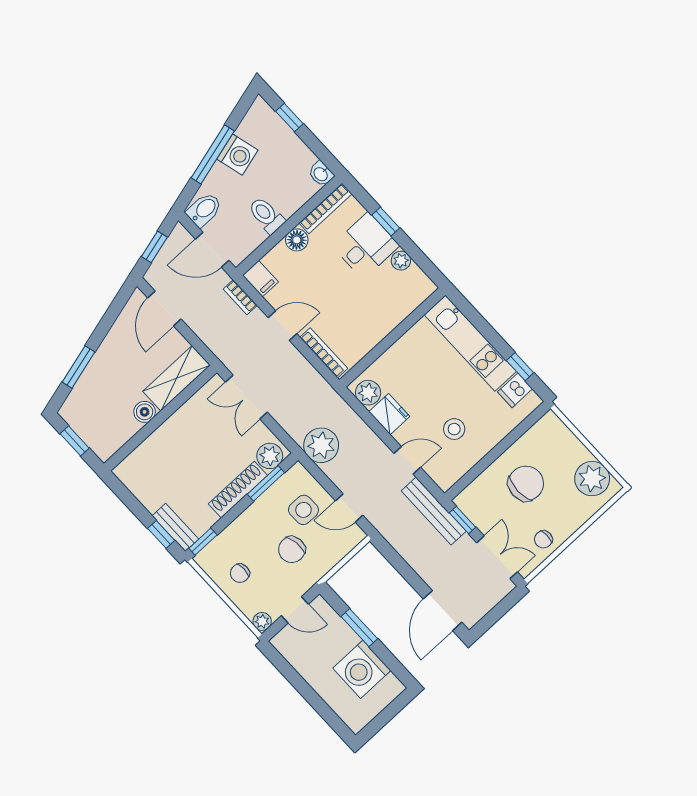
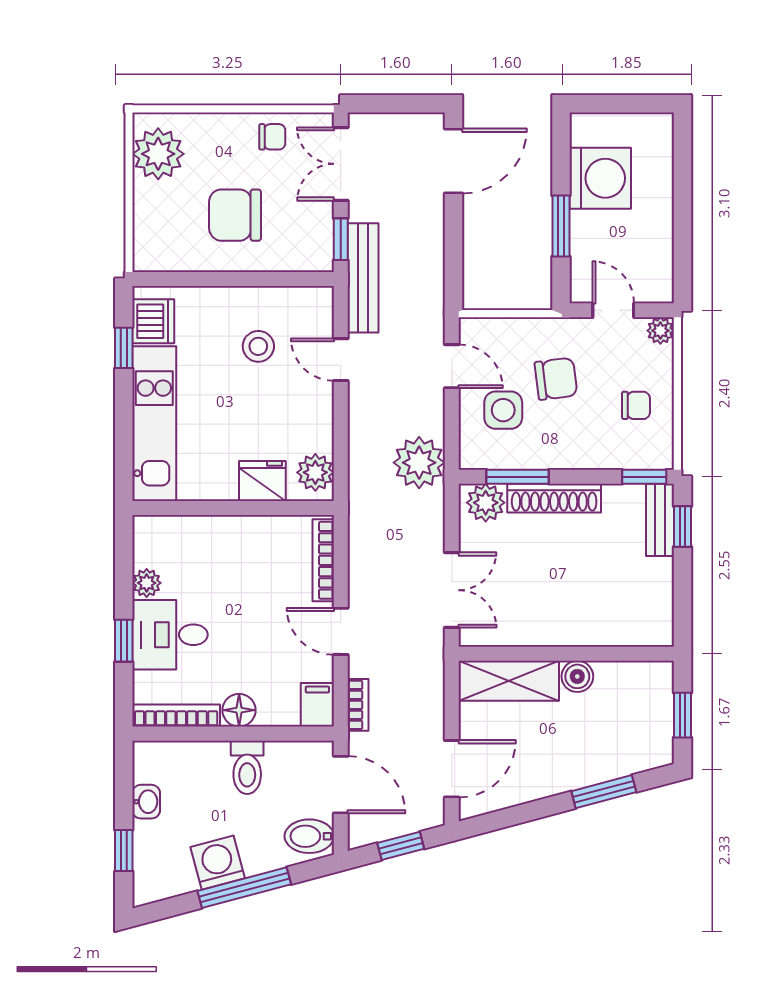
washbasin: (321, 174) -> (146, 802), moved
dishwasher: (515, 390) -> (153, 321), width x1.38
fridge: (389, 414) -> (262, 481), moved, turned 90

